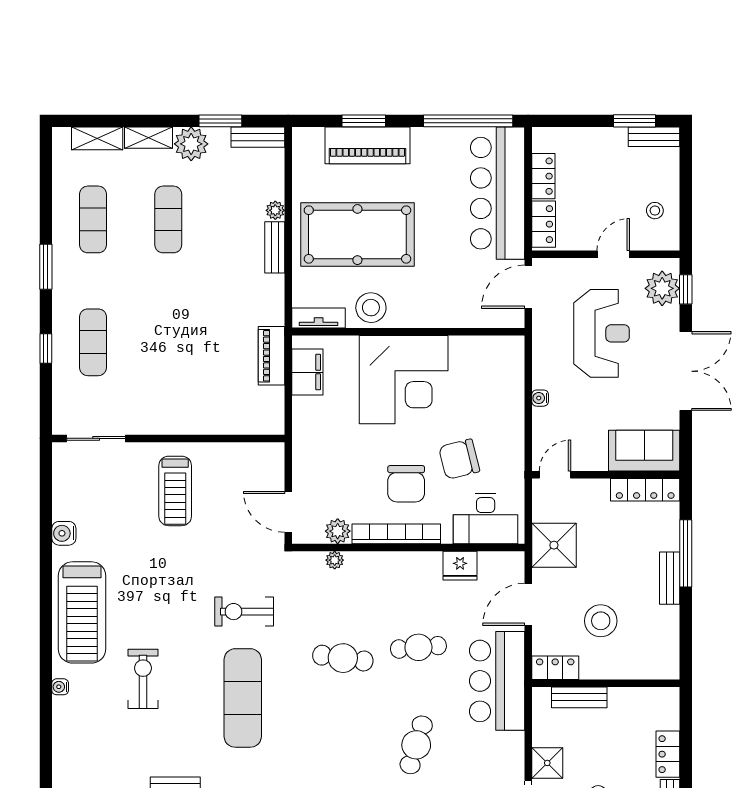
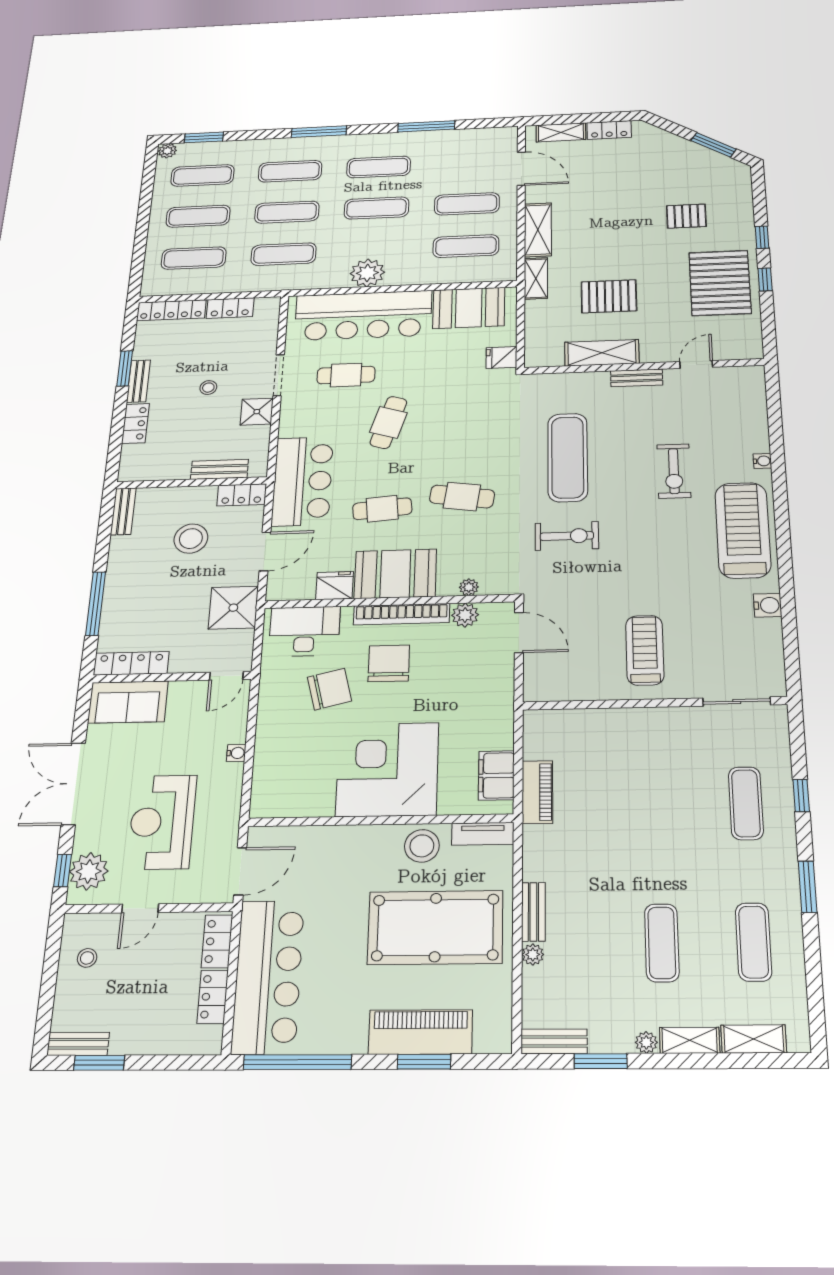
plant: (191, 144) -> (646, 1042), width x0.53, depth x0.53
booth: (403, 576) -> (395, 574), added
bench: (670, 578) -> (123, 511), moved

